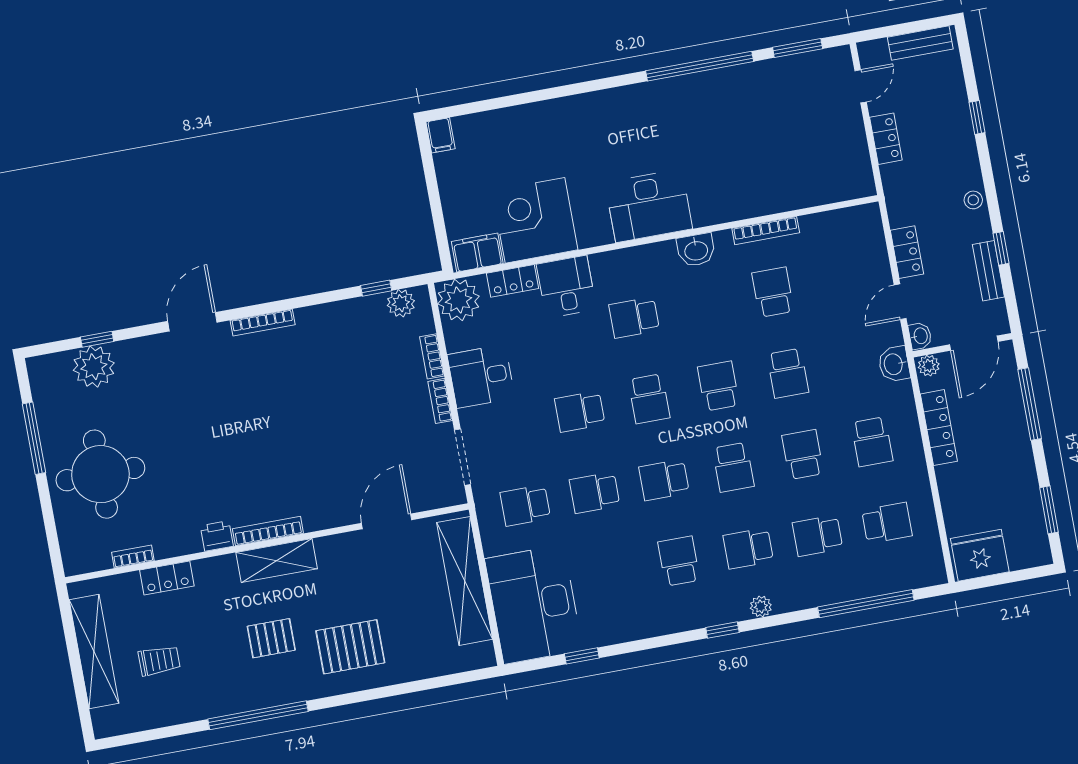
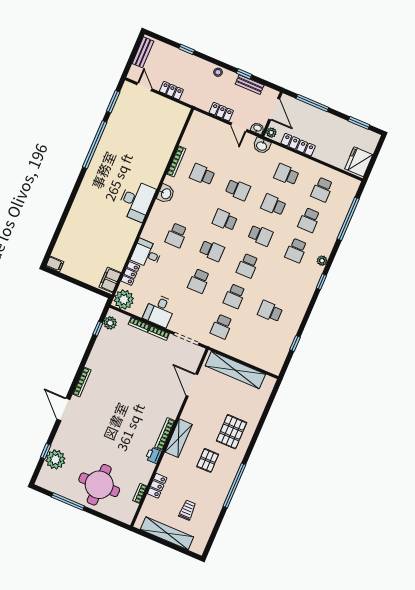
corner desk: (535, 220) -> (112, 249), removed
school desk: (872, 442) -> (286, 174), turned 180
school desk: (887, 523) -> (322, 190), turned 180
school desk: (679, 561) -> (270, 311), moved
desk: (534, 604) -> (262, 349), removed

